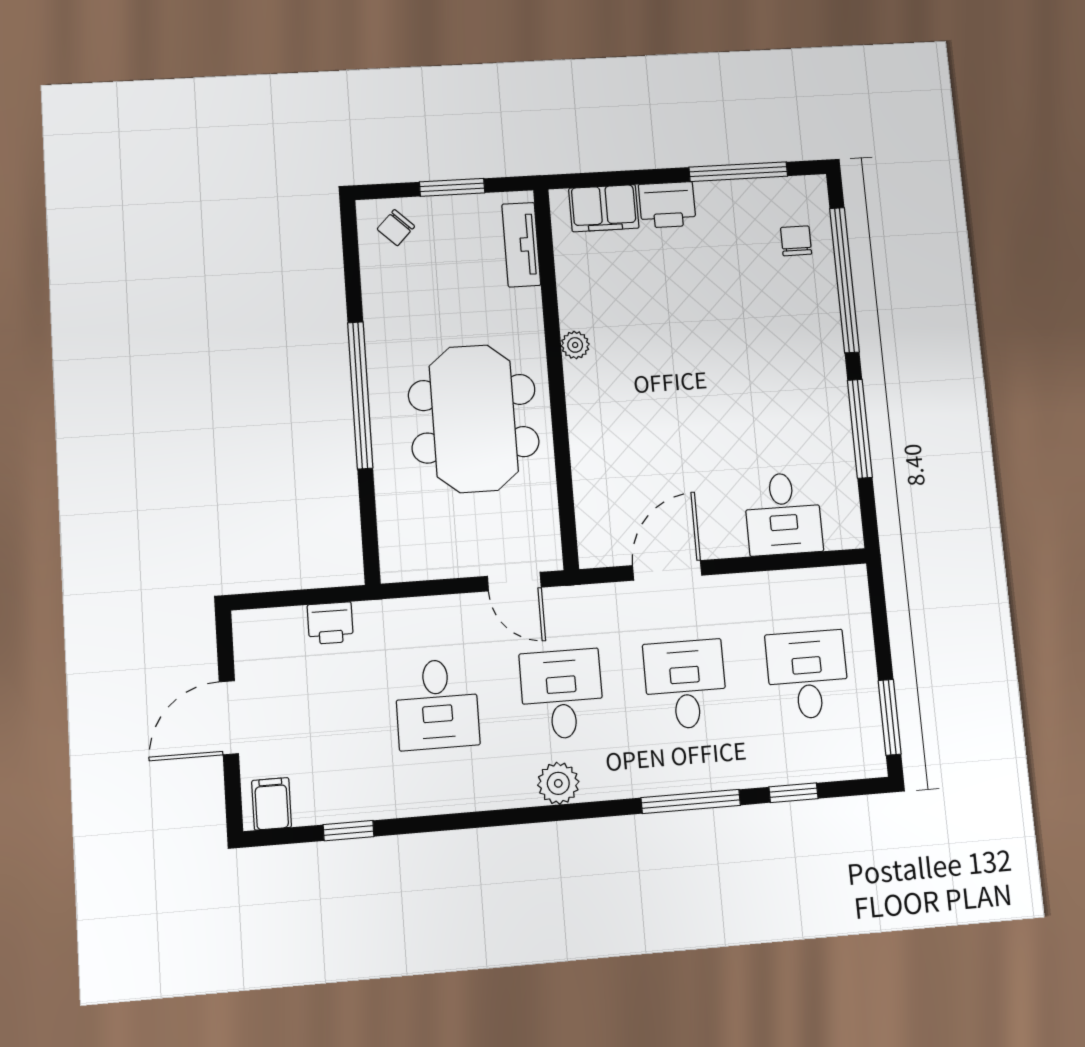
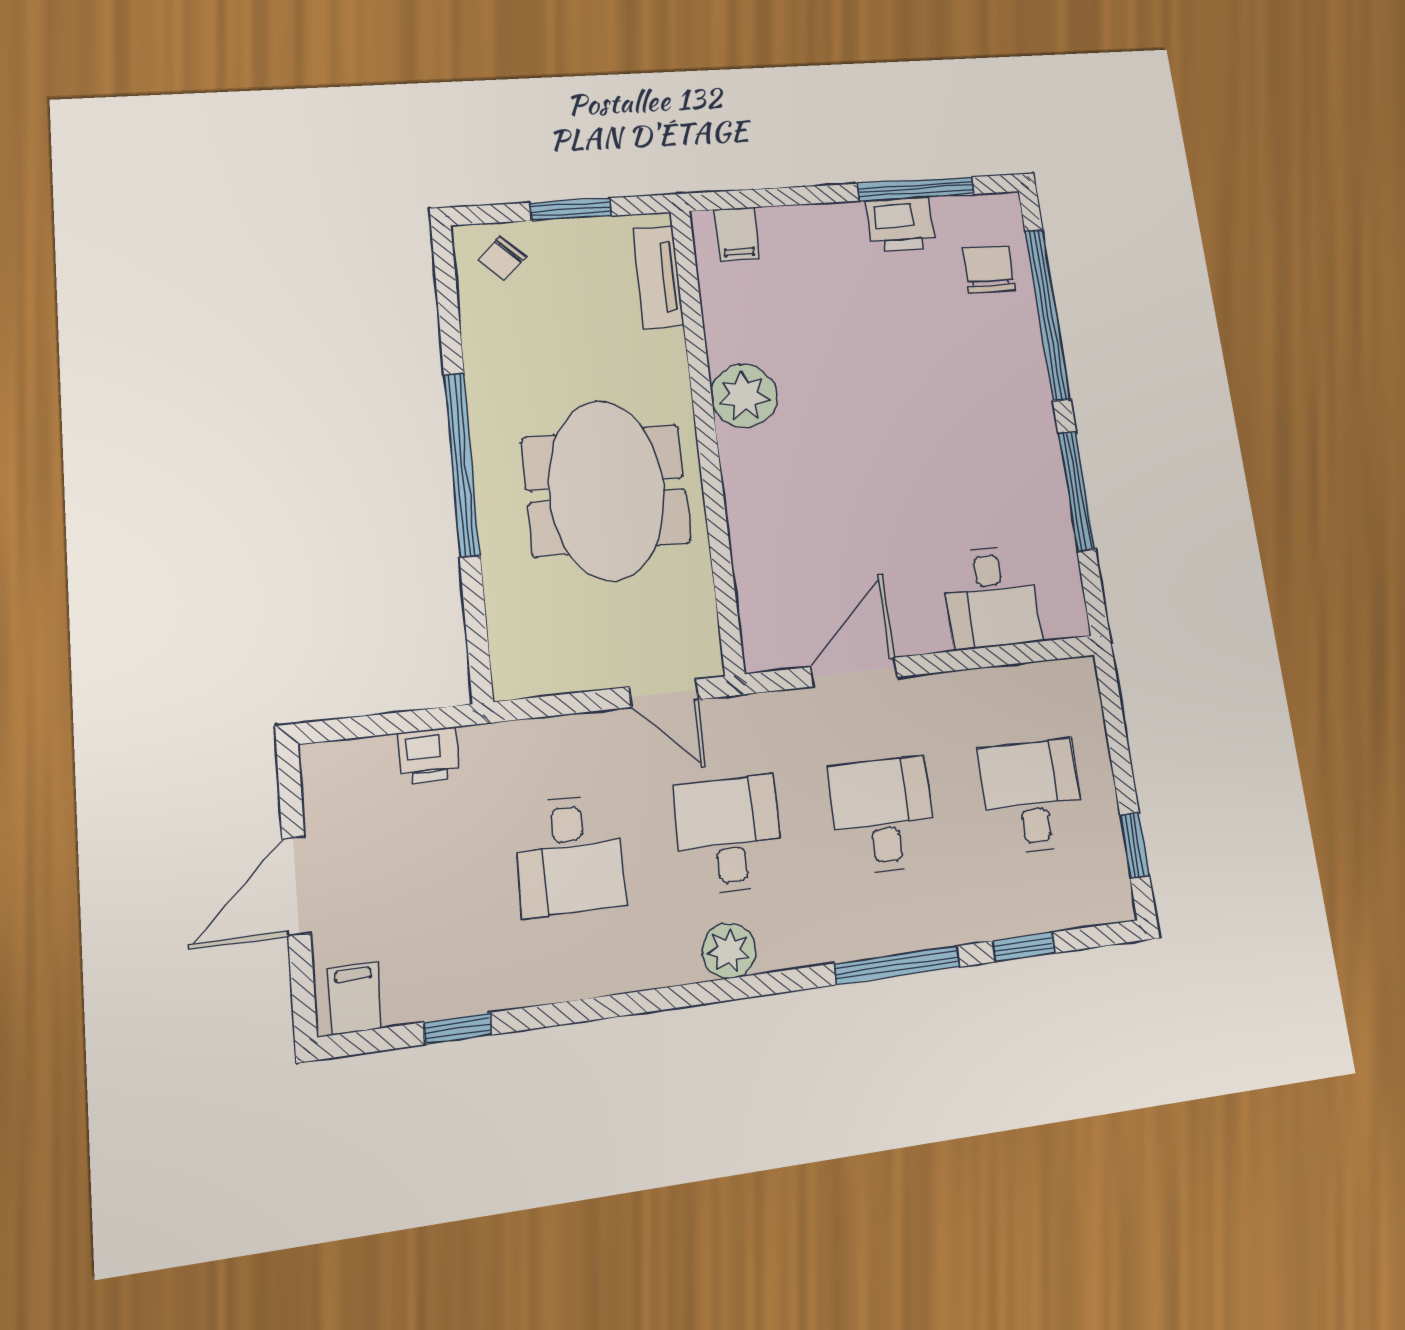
printer: (667, 205) -> (900, 224), moved
filing cabinet: (604, 208) -> (737, 234), width x0.50
chair: (796, 241) -> (988, 269), width x1.37, depth x1.37
plant: (575, 345) -> (744, 396), width x1.88, depth x1.88
window: (890, 717) -> (1135, 845), width x0.67

